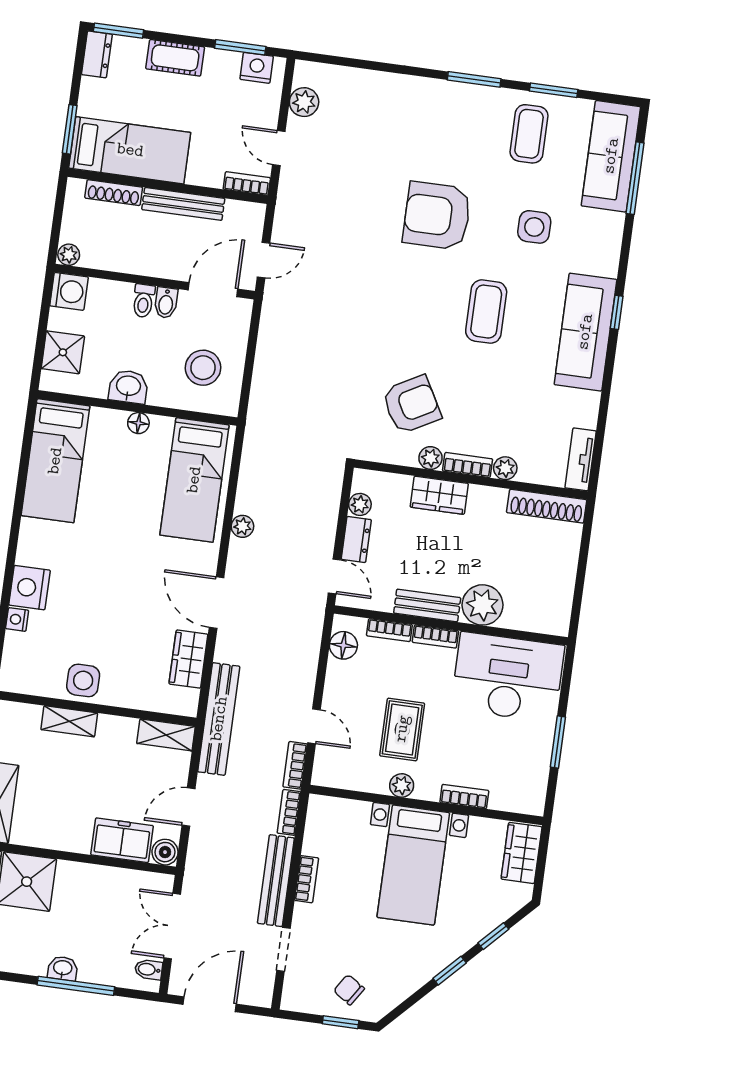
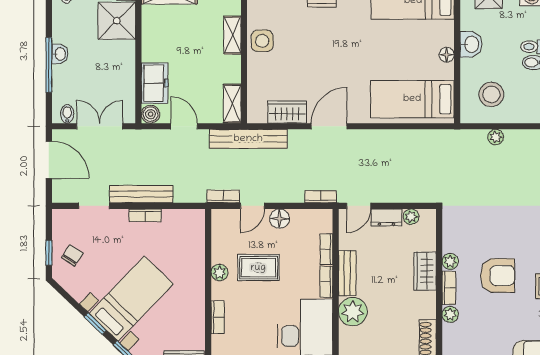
armchair: (412, 405) -> (498, 276), moved, turned -61
plant: (242, 526) -> (496, 137), moved
floor lamp: (343, 645) -> (280, 219), moved
bookcase: (289, 812) -> (321, 197), moved
bed with nightstands: (413, 865) -> (131, 299), moved, turned 134

